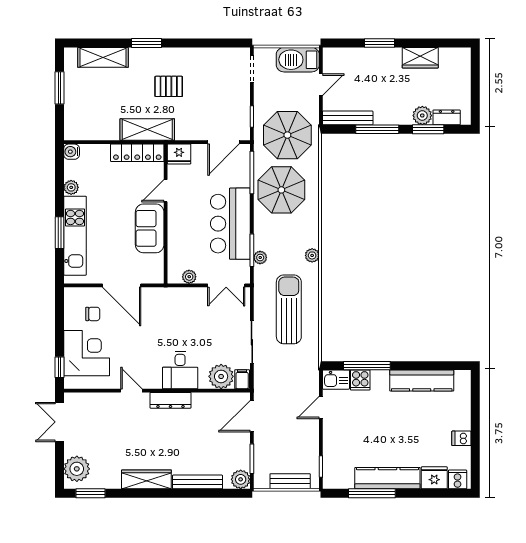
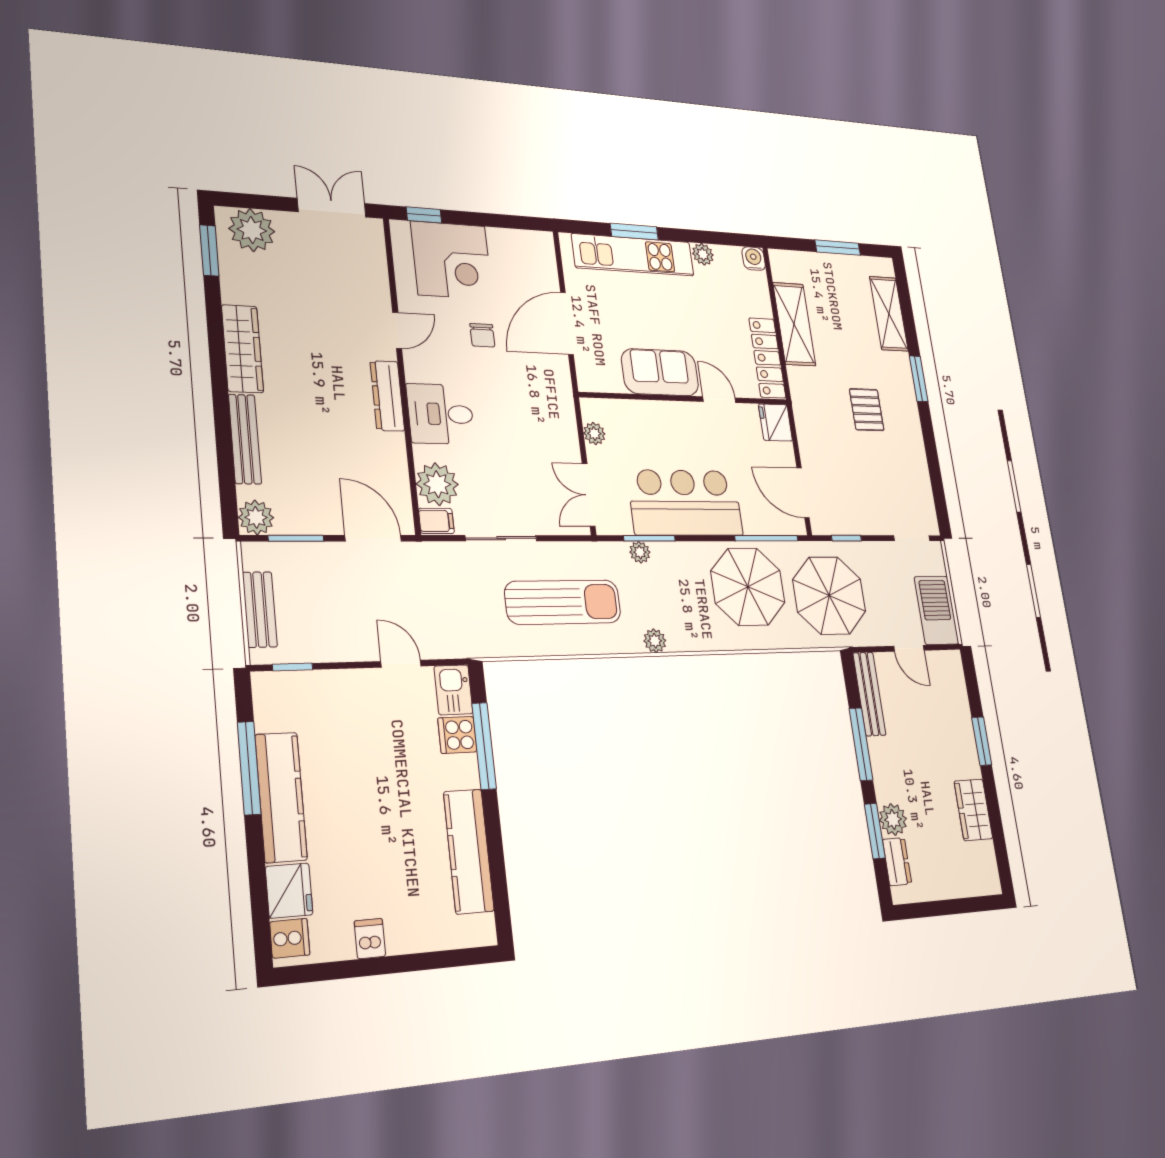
shelving: (147, 130) -> (794, 324), moved
chair: (93, 314) -> (482, 335), moved

